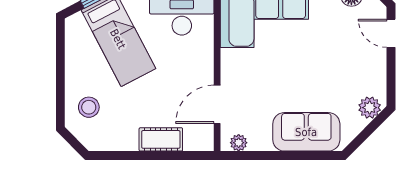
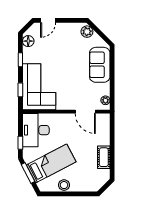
stool: (89, 107) -> (64, 185), moved
cot: (161, 139) -> (104, 157), moved

